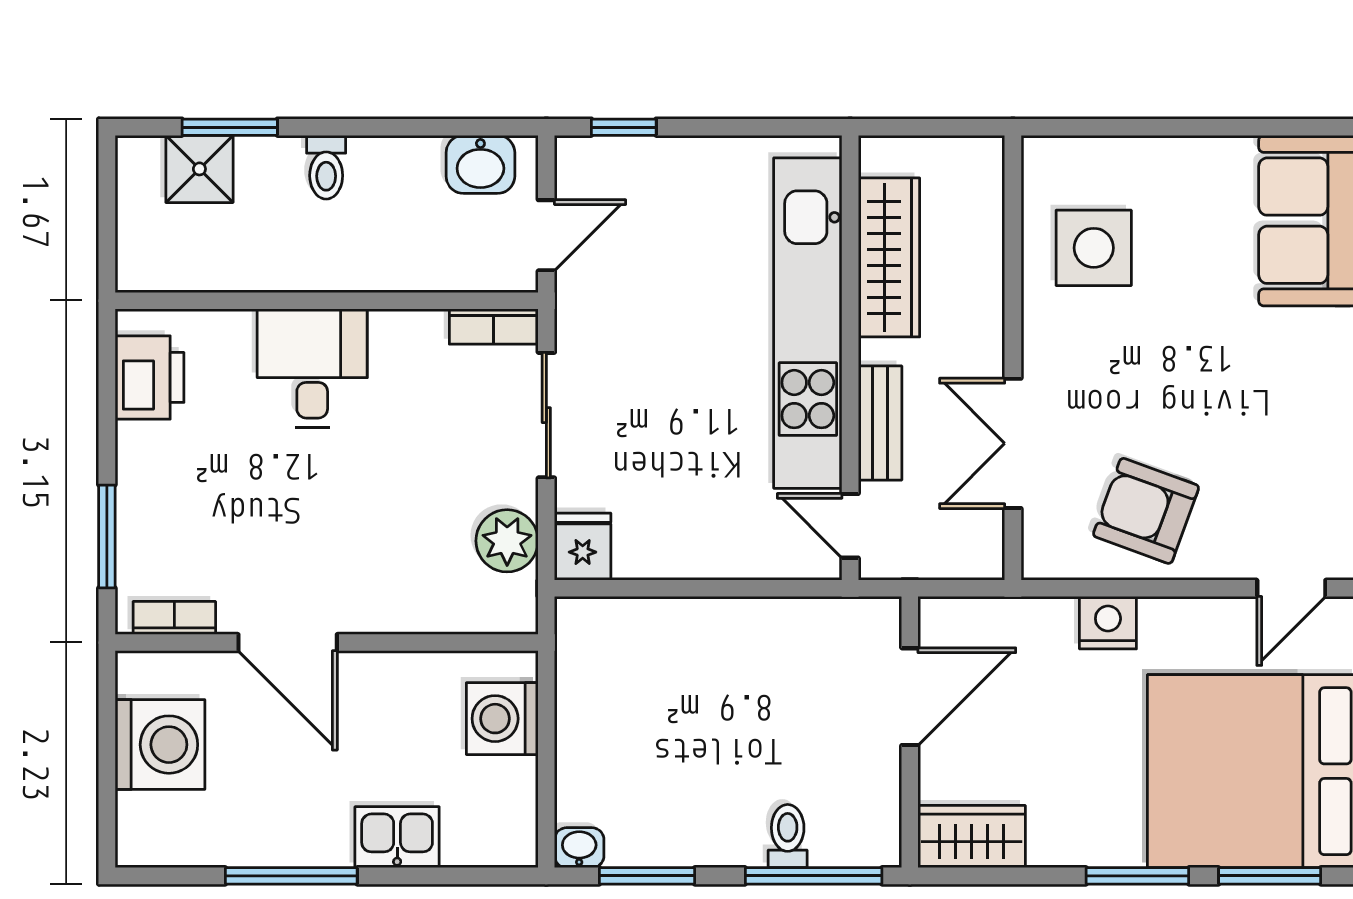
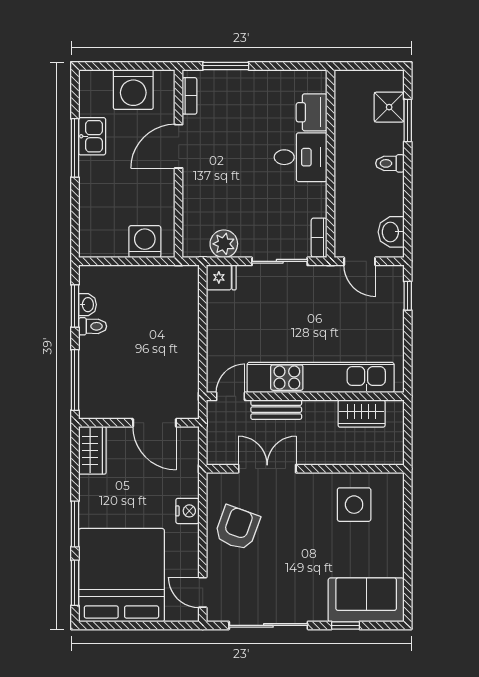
wardrobe: (889, 257) -> (362, 414), width x0.67
printer: (149, 377) -> (312, 112), moved, turned 90
toilet: (788, 836) -> (93, 326), moved
kitchen sink: (397, 837) -> (92, 136), moved
washbasin: (579, 848) -> (87, 305), moved

